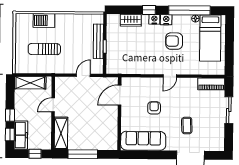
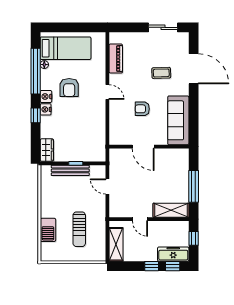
wardrobe: (131, 20) -> (47, 150), moved
piano: (211, 84) -> (116, 59), moved
door: (120, 95) -> (143, 147), moved
sliding door: (229, 110) -> (163, 27), moved

